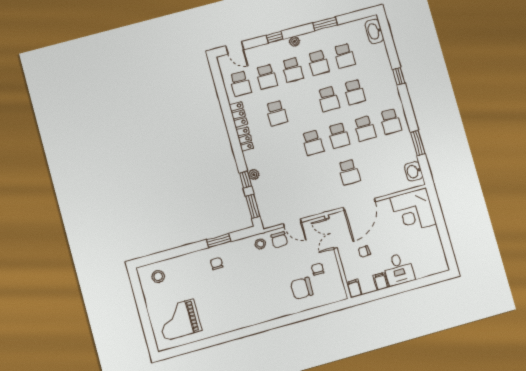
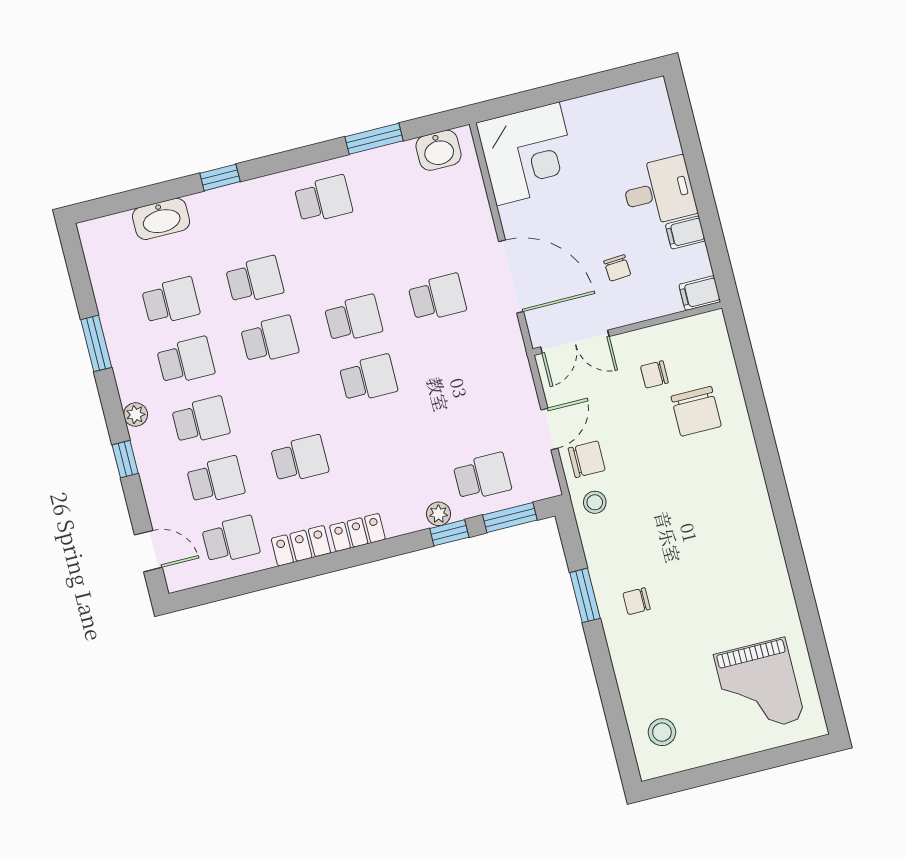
washbasin: (374, 31) -> (161, 219), moved
door: (235, 48) -> (148, 551), hinge flipped
school desk: (365, 128) -> (482, 477), moved

